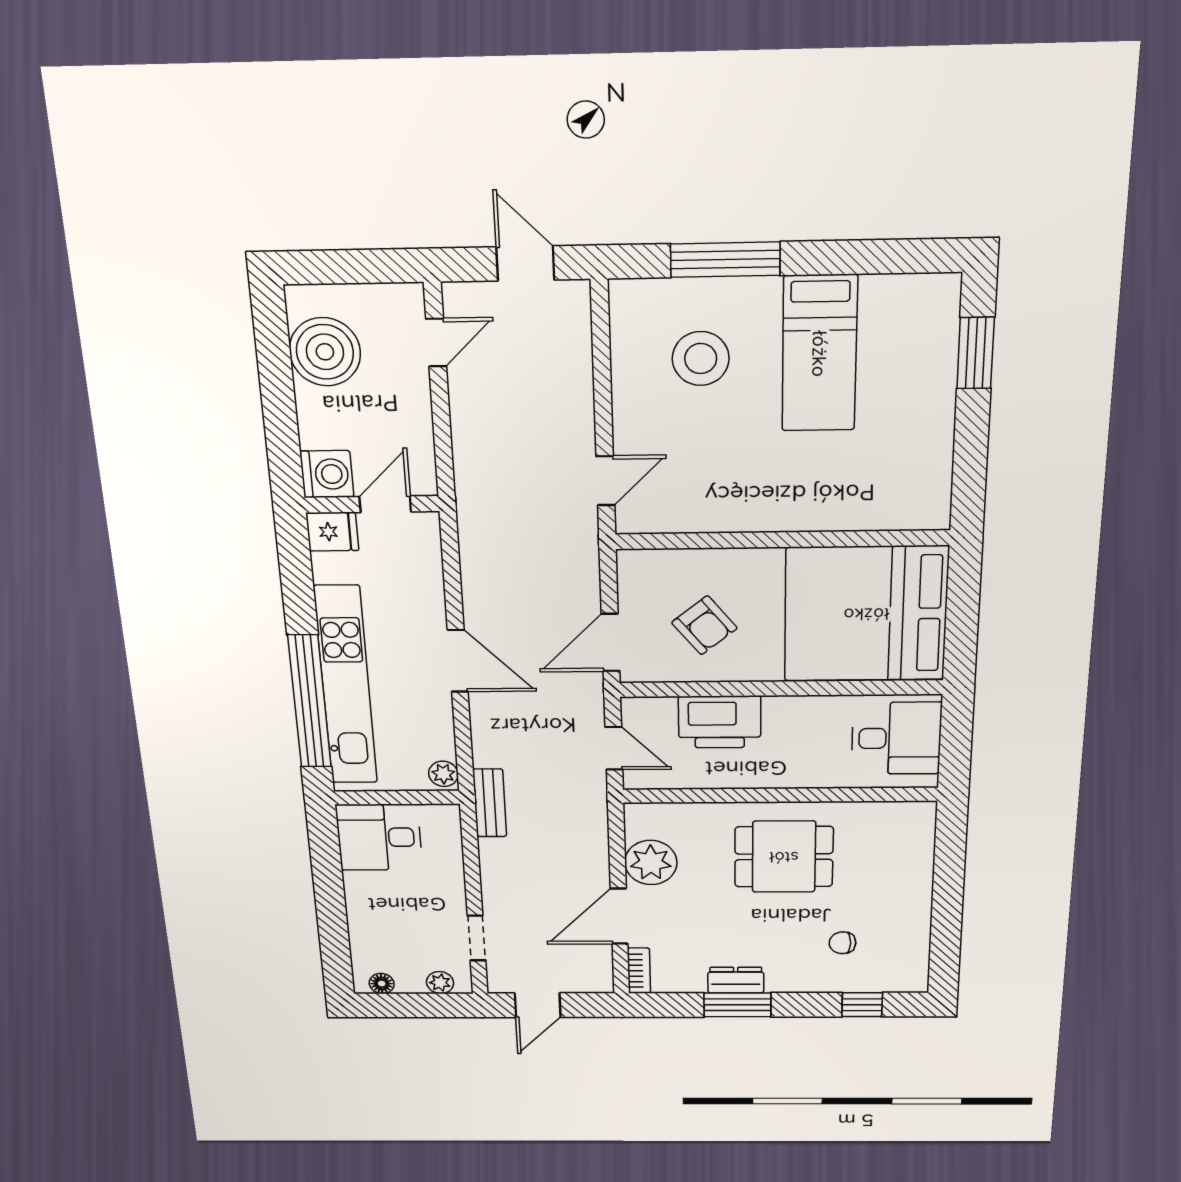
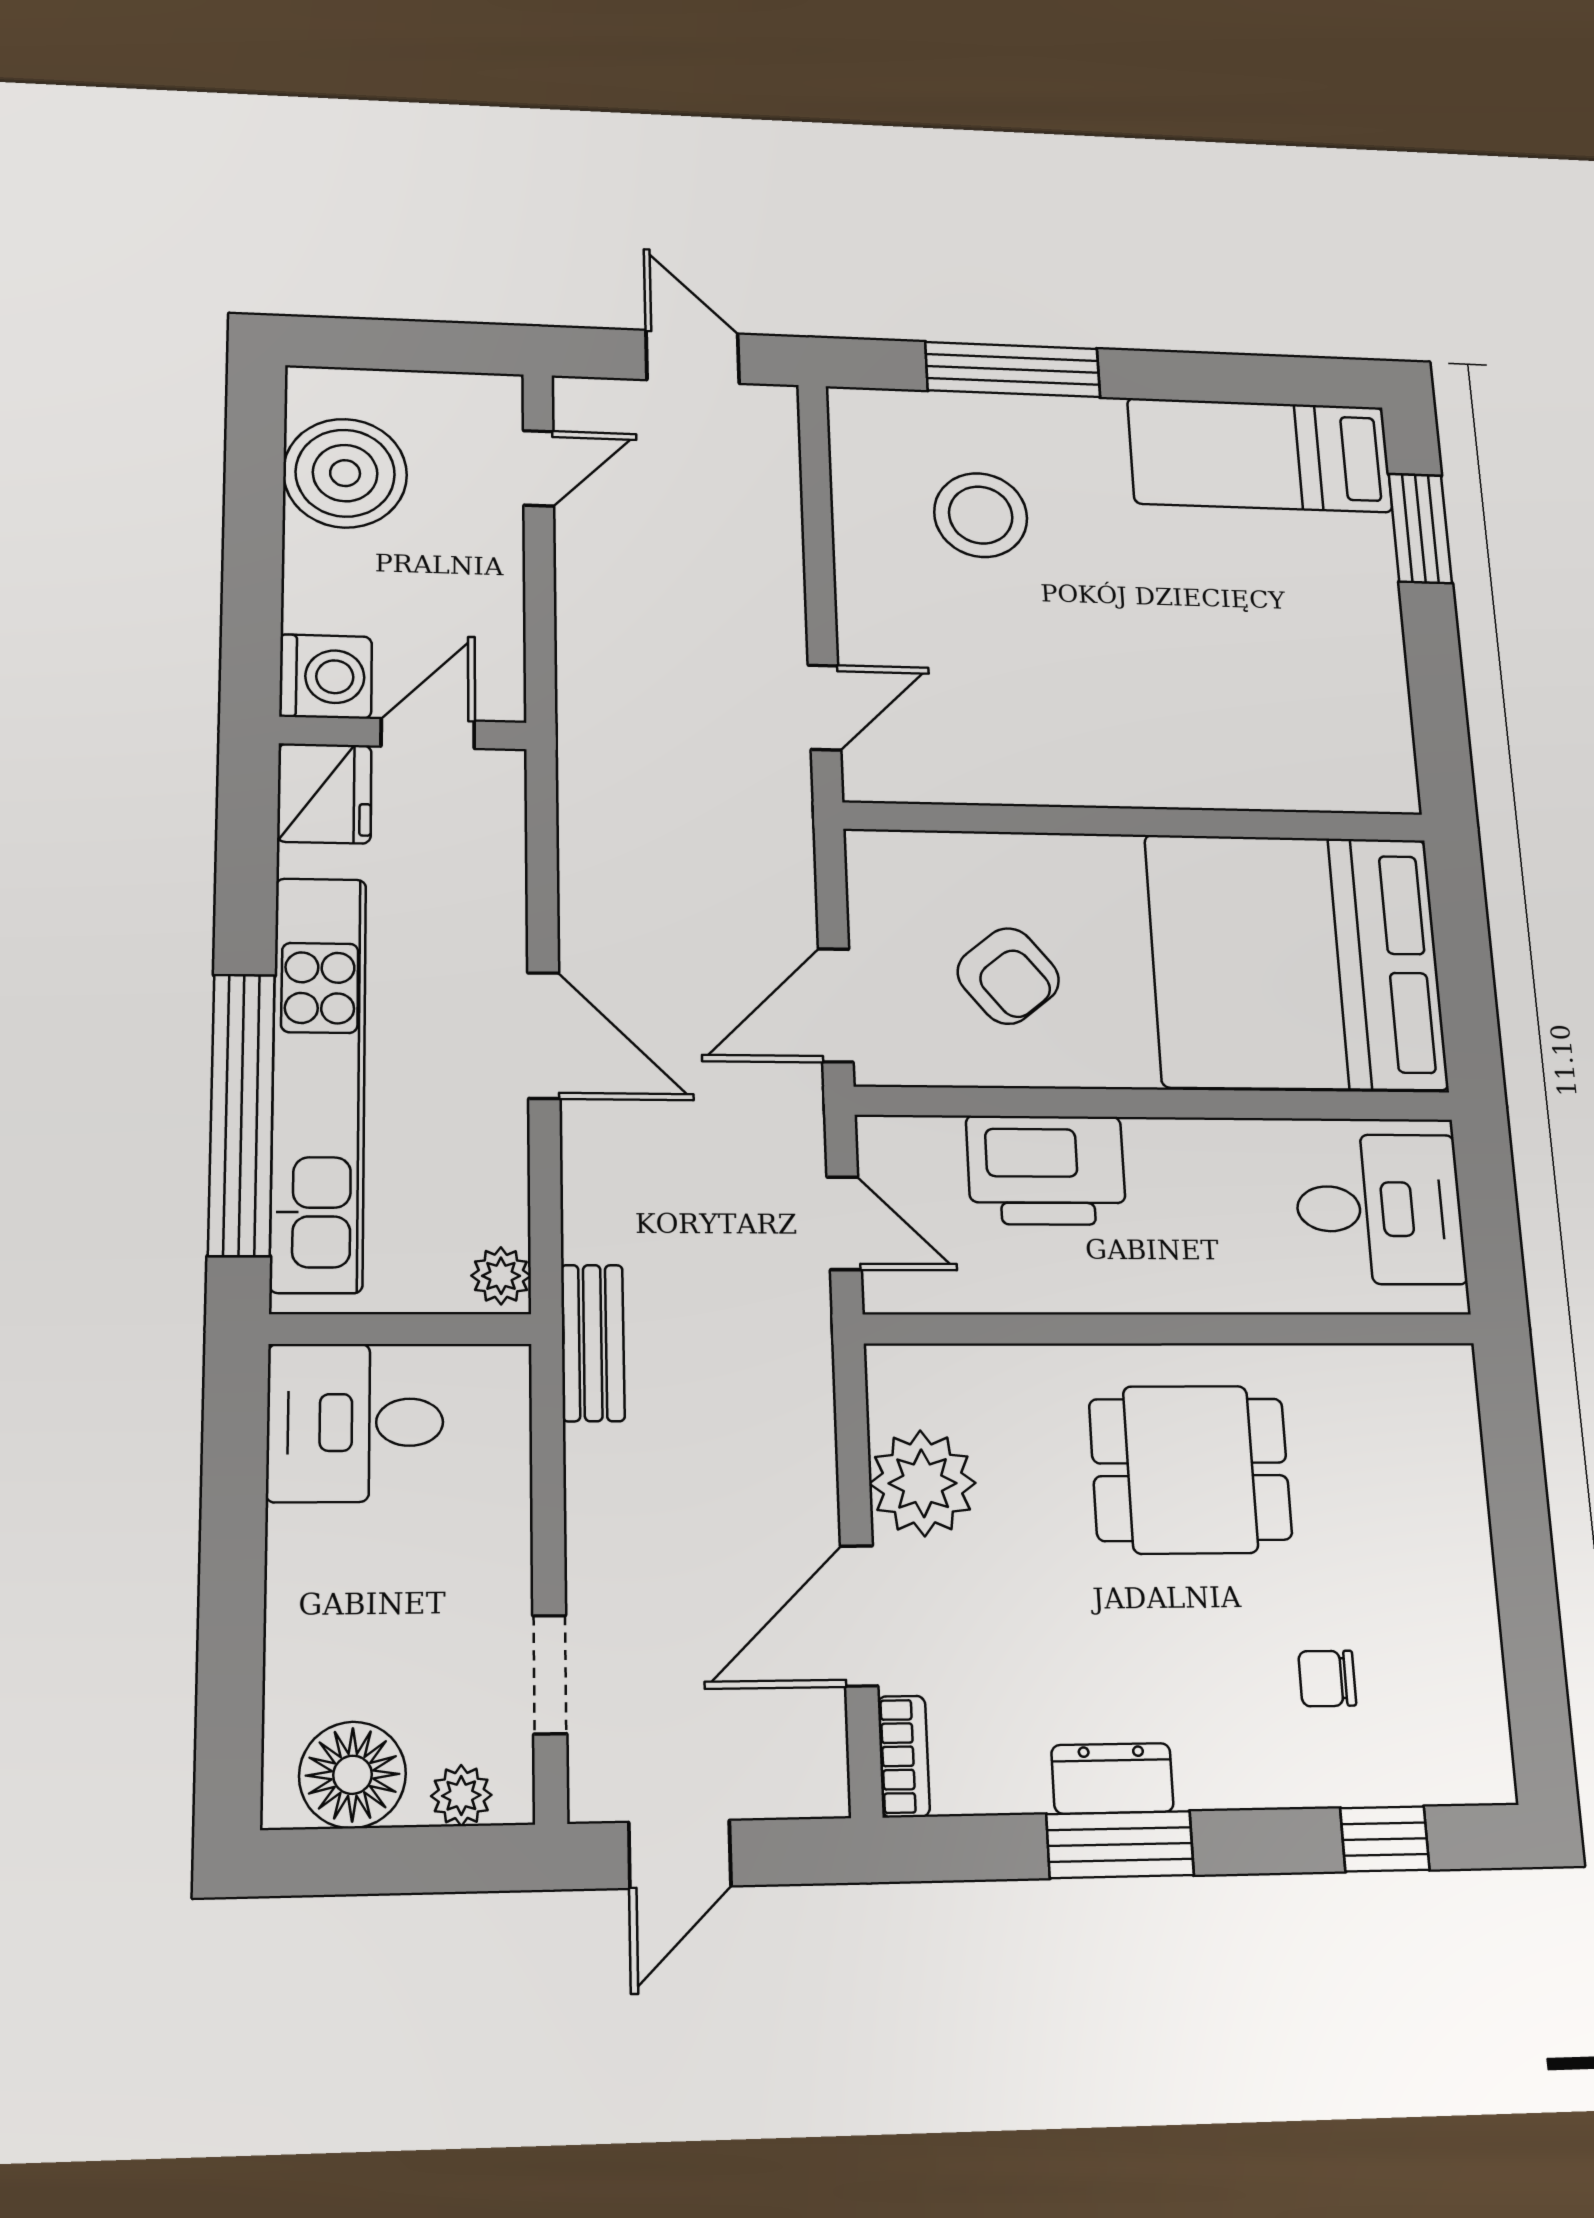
bed: (819, 354) -> (1260, 455), moved, turned 90
fridge: (332, 532) -> (324, 793), width x1.38
floor lamp: (382, 984) -> (352, 1775), width x1.89, depth x1.89

